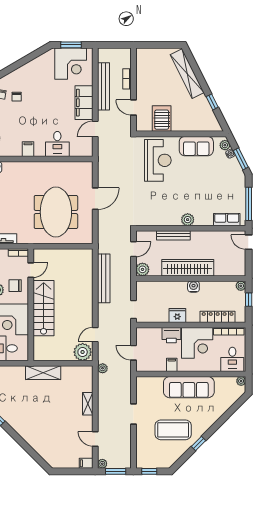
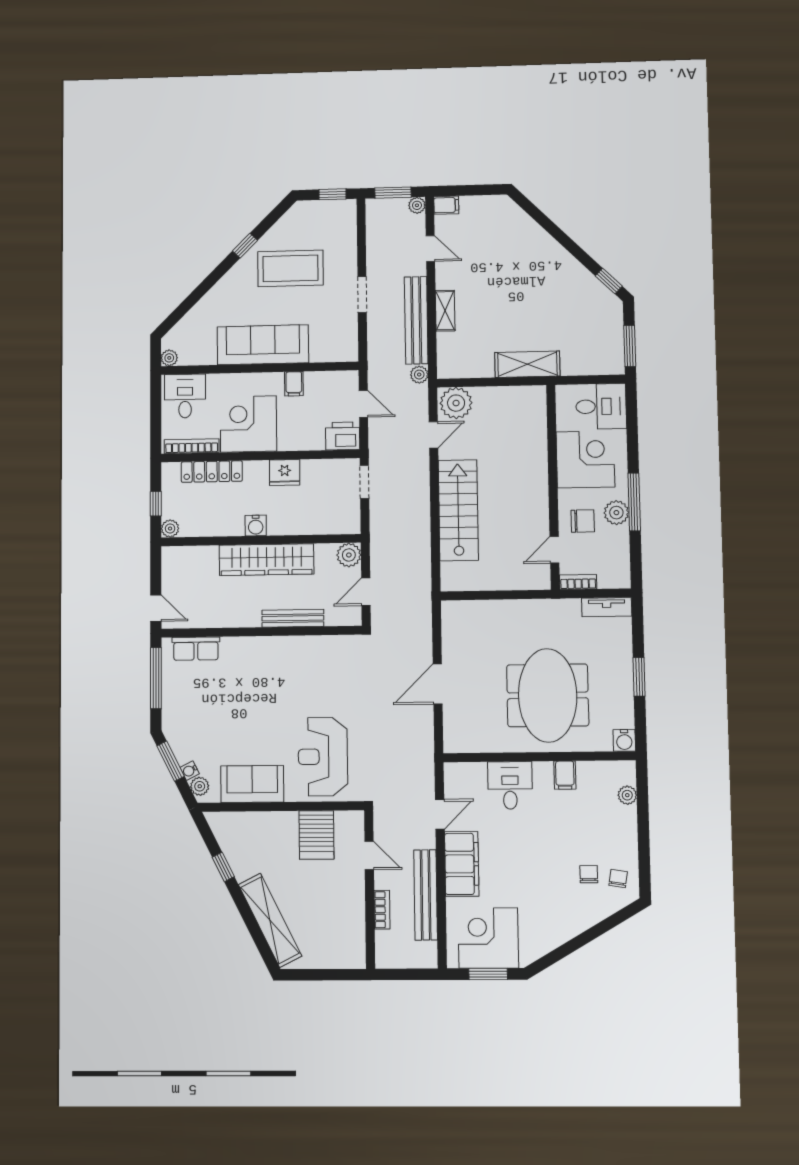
meeting table: (56, 212) -> (548, 695), moved
plant: (188, 220) -> (267, 648), removed
bench: (104, 278) -> (416, 320), moved
stairs: (44, 308) -> (458, 510), moved, turned 180
printer: (171, 335) -> (343, 436), moved

